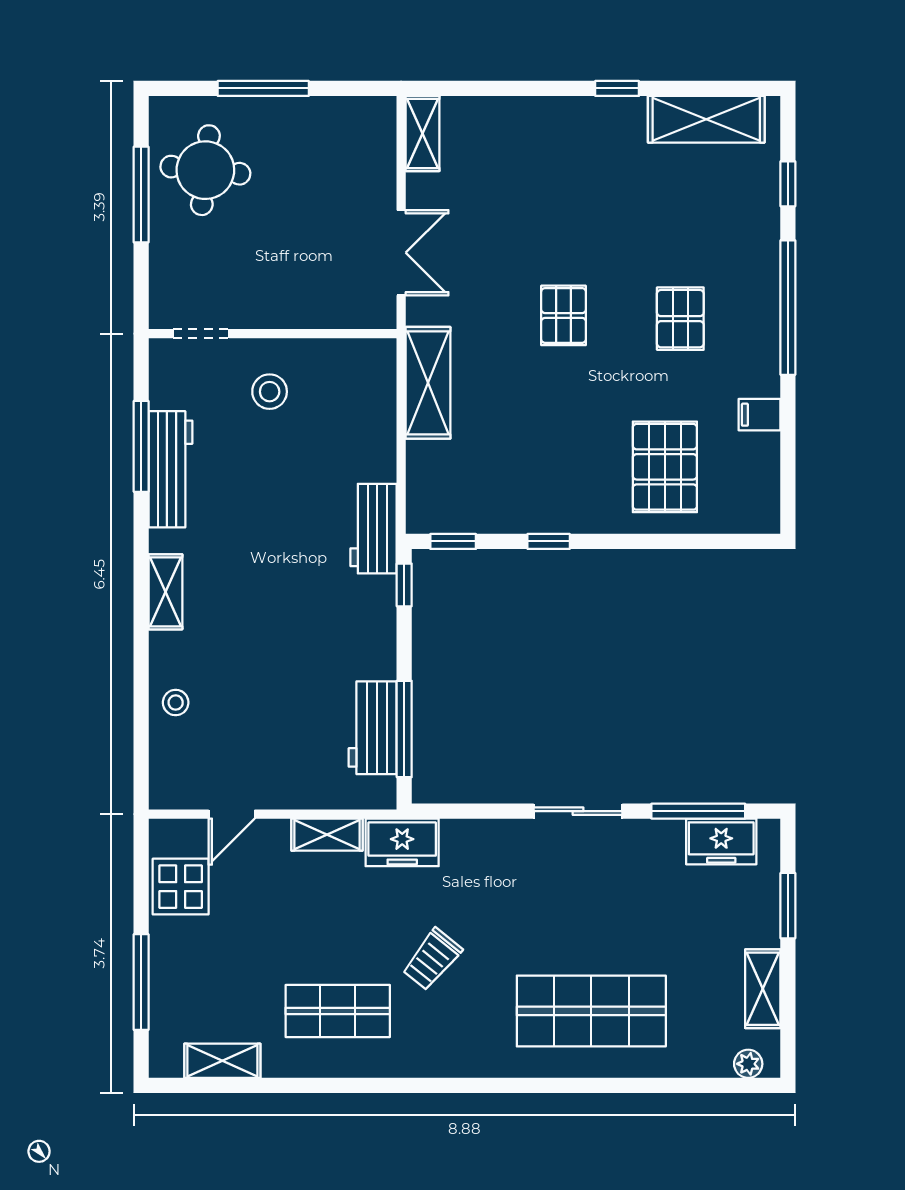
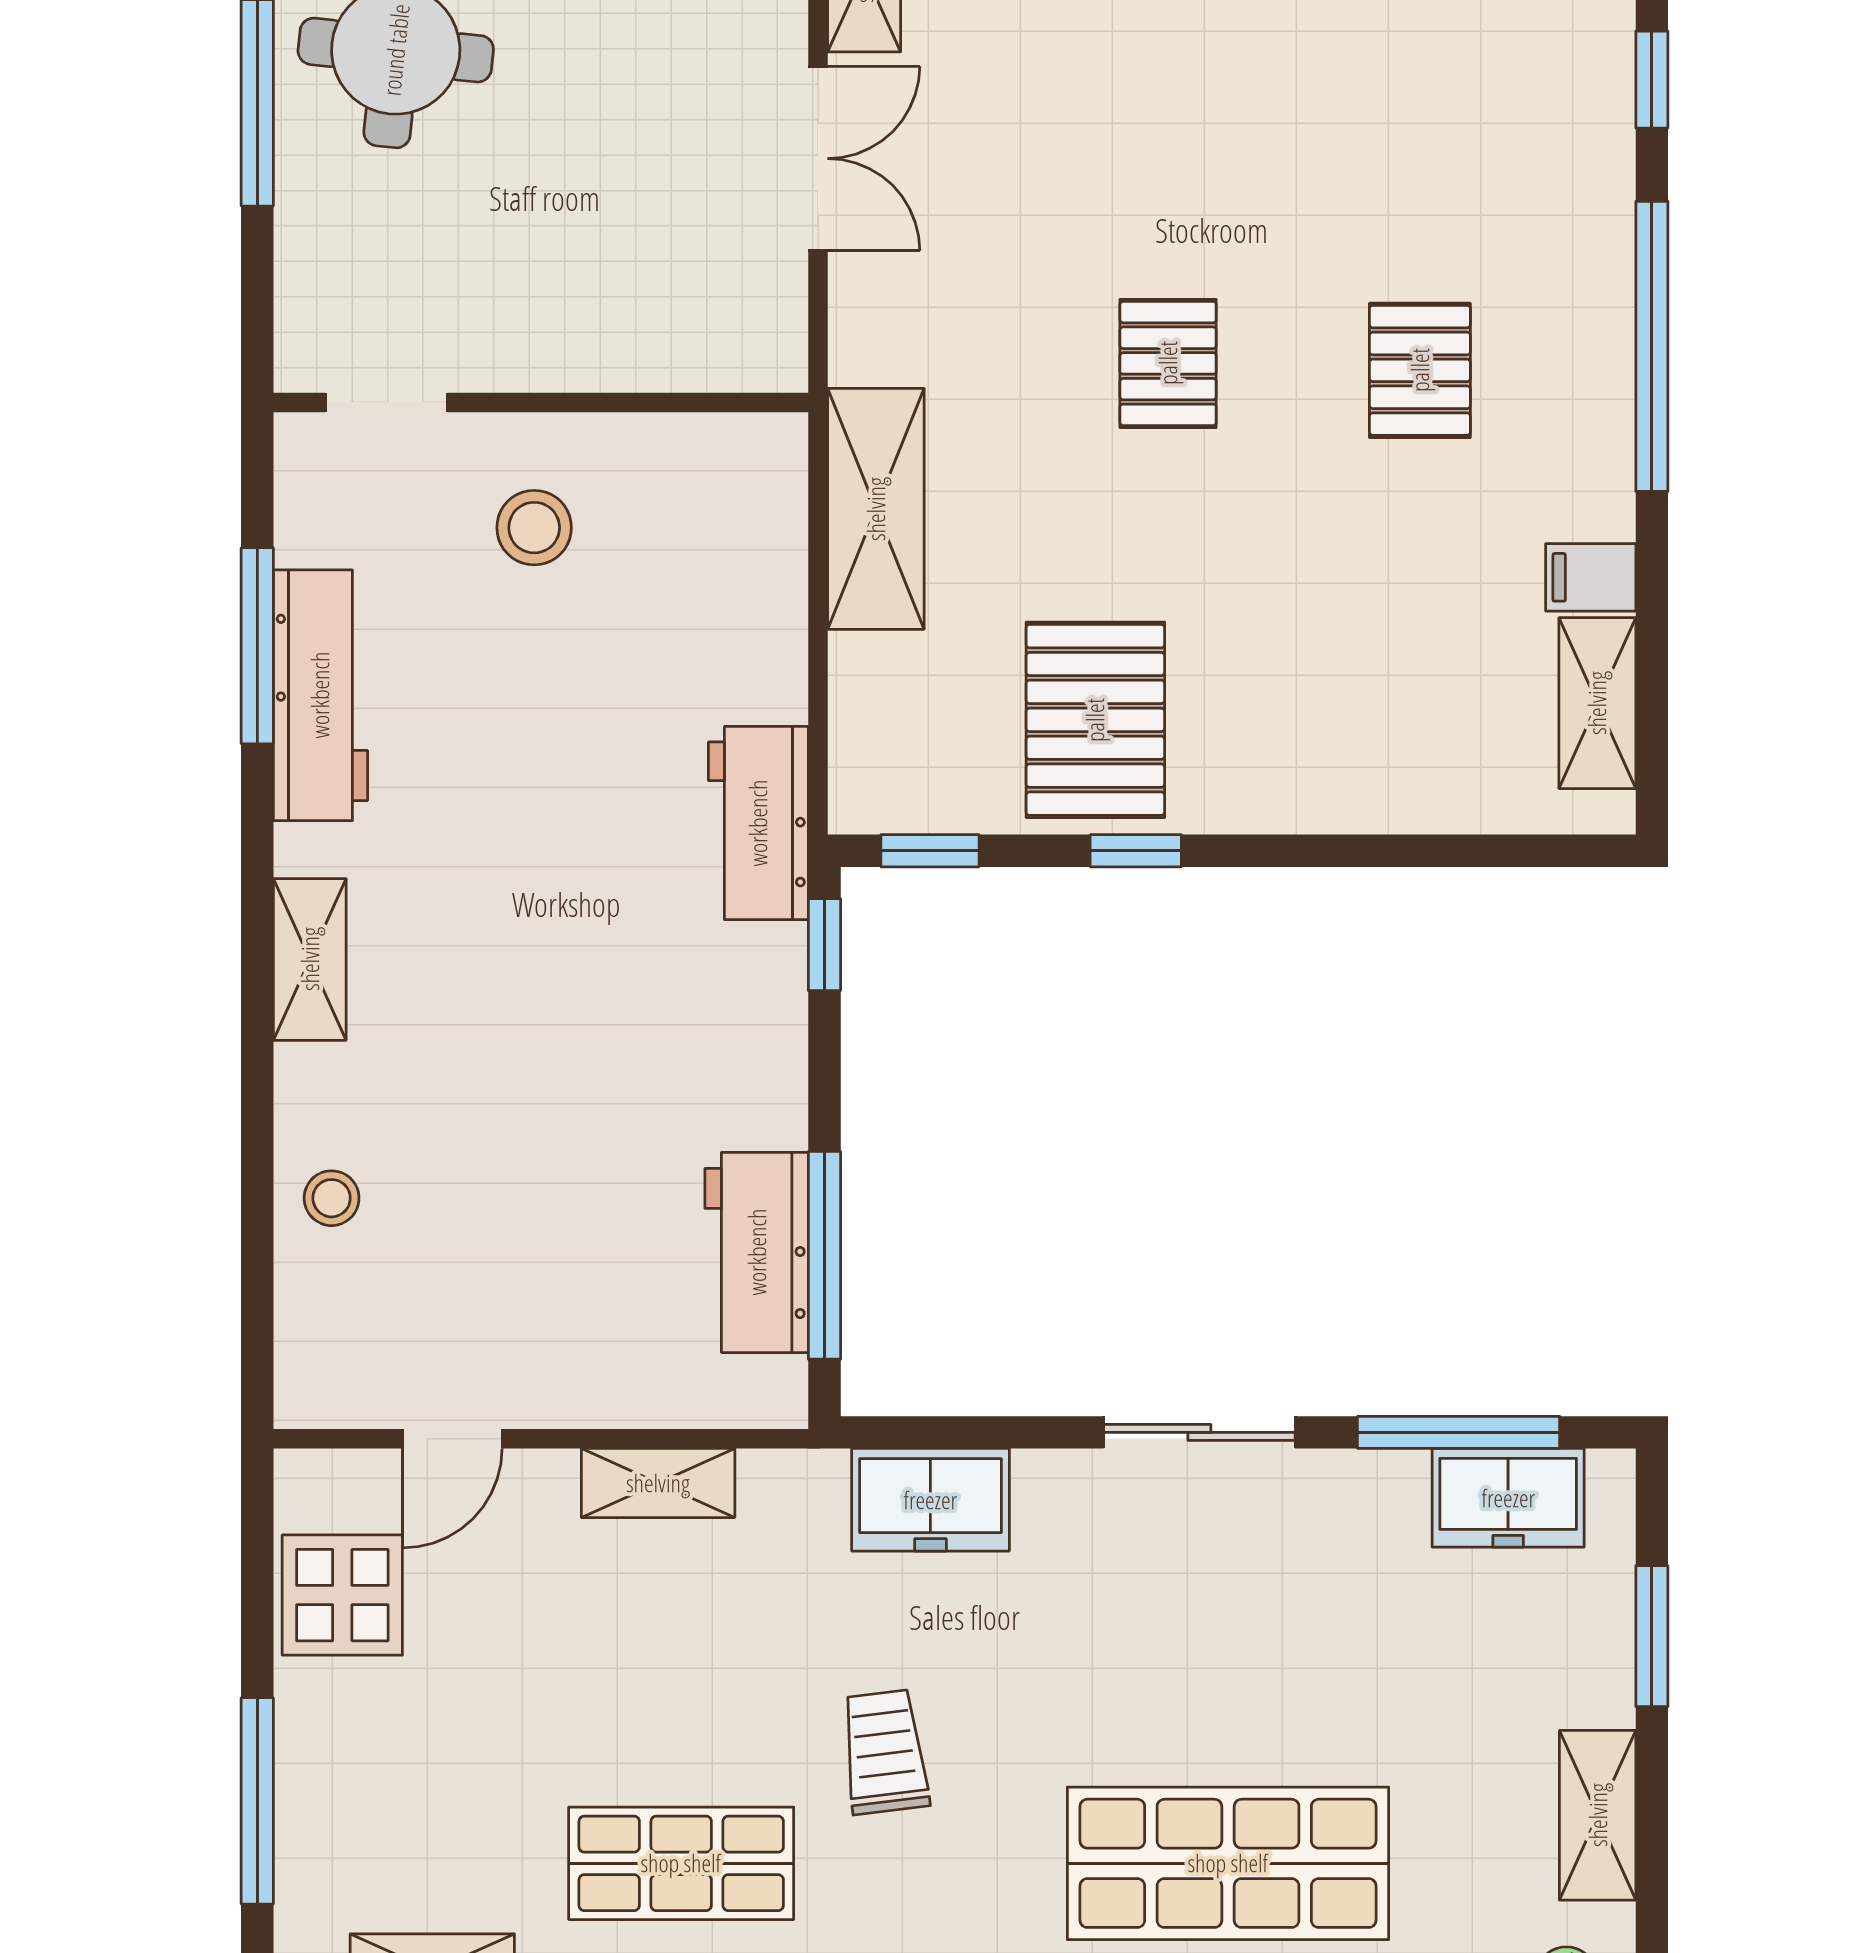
double door: (401, 253) -> (818, 159), moved
pallet: (665, 467) -> (1095, 720), moved
shelving: (763, 473) -> (1597, 703), added
freezer: (402, 842) -> (930, 1500), moved
trolley: (432, 959) -> (885, 1752), turned 134

